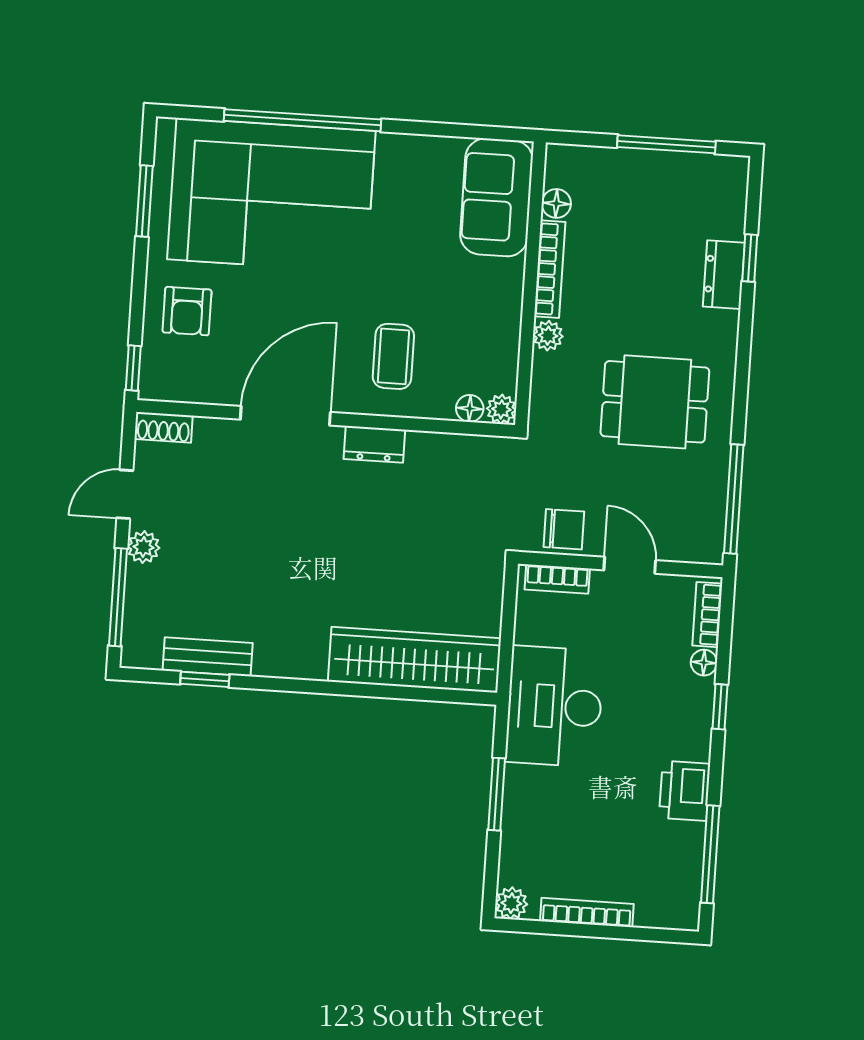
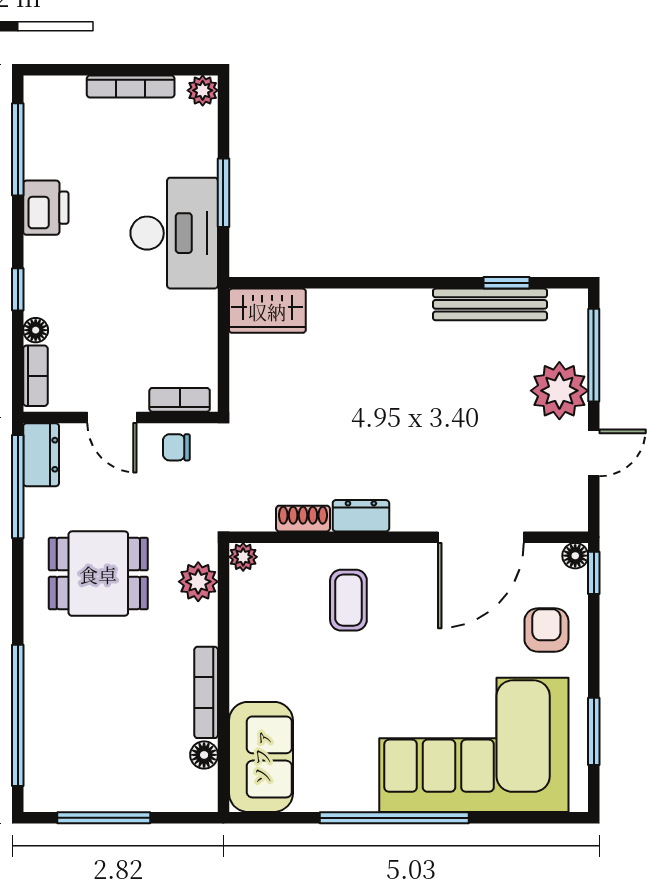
window: (302, 120) -> (394, 818), moved
window: (750, 258) -> (18, 715), width x3.17
dresser: (724, 275) -> (41, 455), moved
plant: (548, 336) -> (198, 582), moved, width x1.38, depth x1.38
floor lamp: (470, 408) -> (575, 556), moved
door: (285, 416) -> (481, 537), moved
shoe rack: (164, 427) -> (303, 519), moved
chair: (564, 529) -> (176, 447), width x0.73, depth x0.73
plant: (143, 547) -> (559, 391), width x1.88, depth x1.88
bench: (208, 657) -> (490, 304), width x1.36
wardrobe: (414, 660) -> (267, 311), width x0.48, depth x0.85
desk: (554, 706) -> (174, 233), moved

